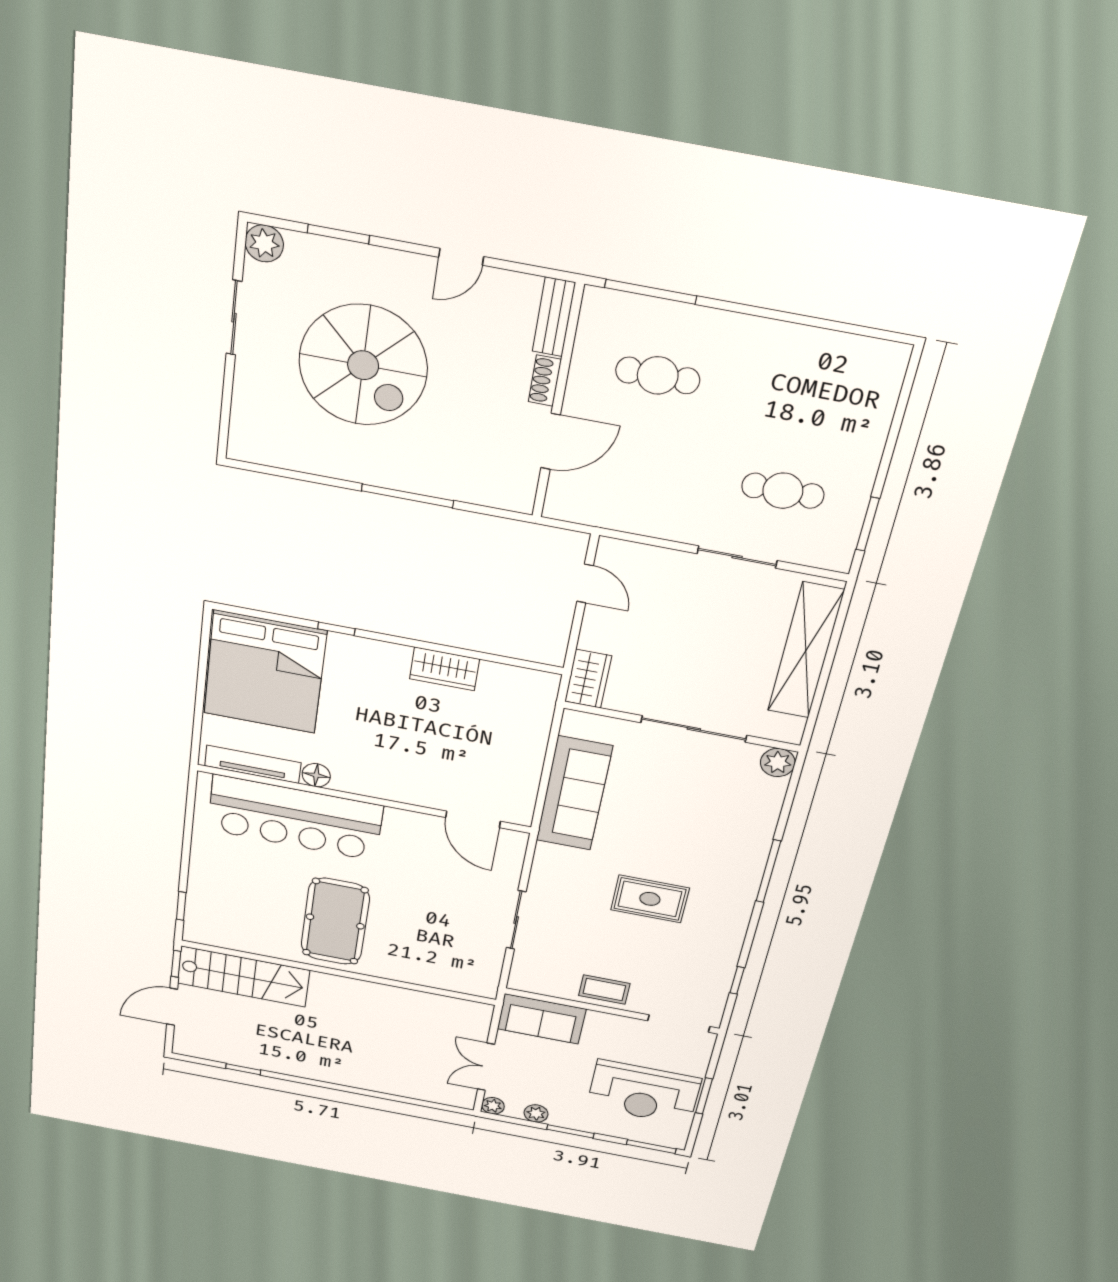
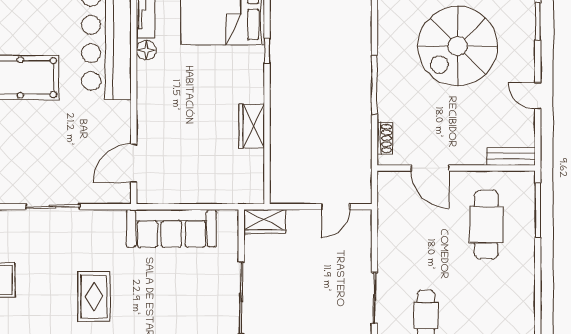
cafe table: (658, 375) -> (486, 225), width x1.37, depth x1.35
shoe rack: (545, 381) -> (385, 138), moved, turned 90

